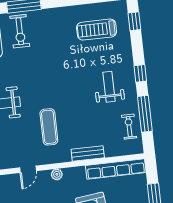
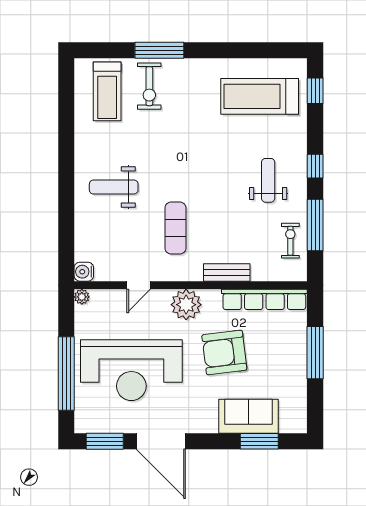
treadmill: (97, 30) -> (260, 96), width x1.37, depth x1.37
plant: (57, 174) -> (186, 305), width x1.88, depth x1.88

